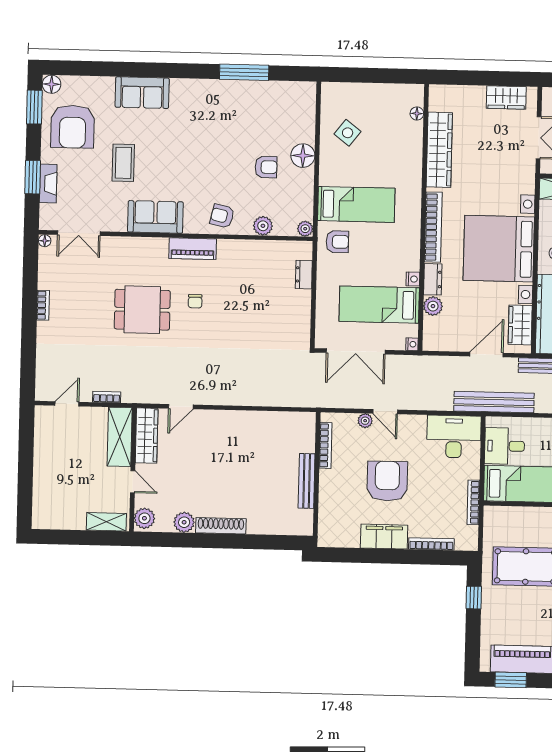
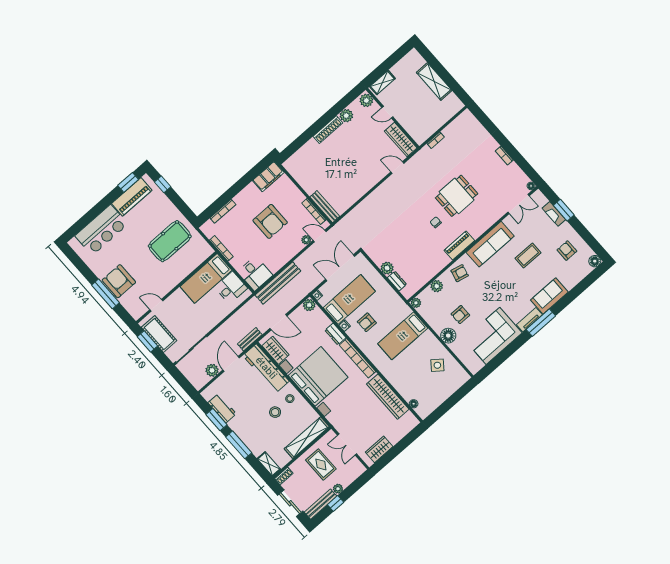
window: (244, 72) -> (541, 323), moved
tv unit: (191, 86) -> (529, 320), added
window: (34, 107) -> (593, 243), removed
corner sofa: (251, 107) -> (493, 336), added
armchair: (73, 127) -> (567, 251), width x0.53, depth x0.53
coffee table: (123, 163) -> (528, 256), turned 90
sofa: (155, 217) -> (490, 244), width x1.36
double door: (79, 233) -> (519, 204), swing flipped
armchair: (337, 242) -> (367, 322), moved
plant: (301, 300) -> (387, 268), added
plant: (433, 306) -> (309, 305), moved
door: (486, 355) -> (278, 322), hinge flipped
bench: (494, 402) -> (278, 283), moved
door: (67, 404) -> (451, 120), removed
door: (181, 407) -> (397, 168), hinge flipped
door: (385, 412) -> (320, 236), moved
shelving: (120, 437) -> (434, 81), moved
desk: (454, 437) -> (255, 273), width x0.73
bench: (307, 481) -> (325, 207), moved
filing cabinet: (384, 537) -> (268, 176), moved
window: (474, 598) -> (163, 184), moved

